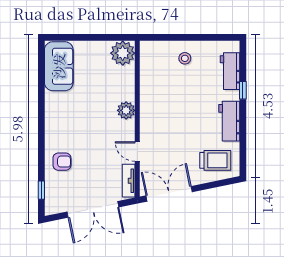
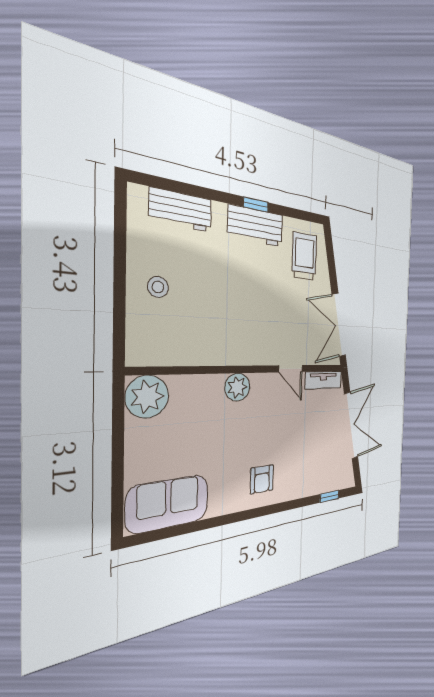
window: (243, 90) -> (256, 205), moved
door: (137, 152) -> (291, 369), hinge flipped
armchair: (62, 162) -> (262, 479), moved, turned 180

